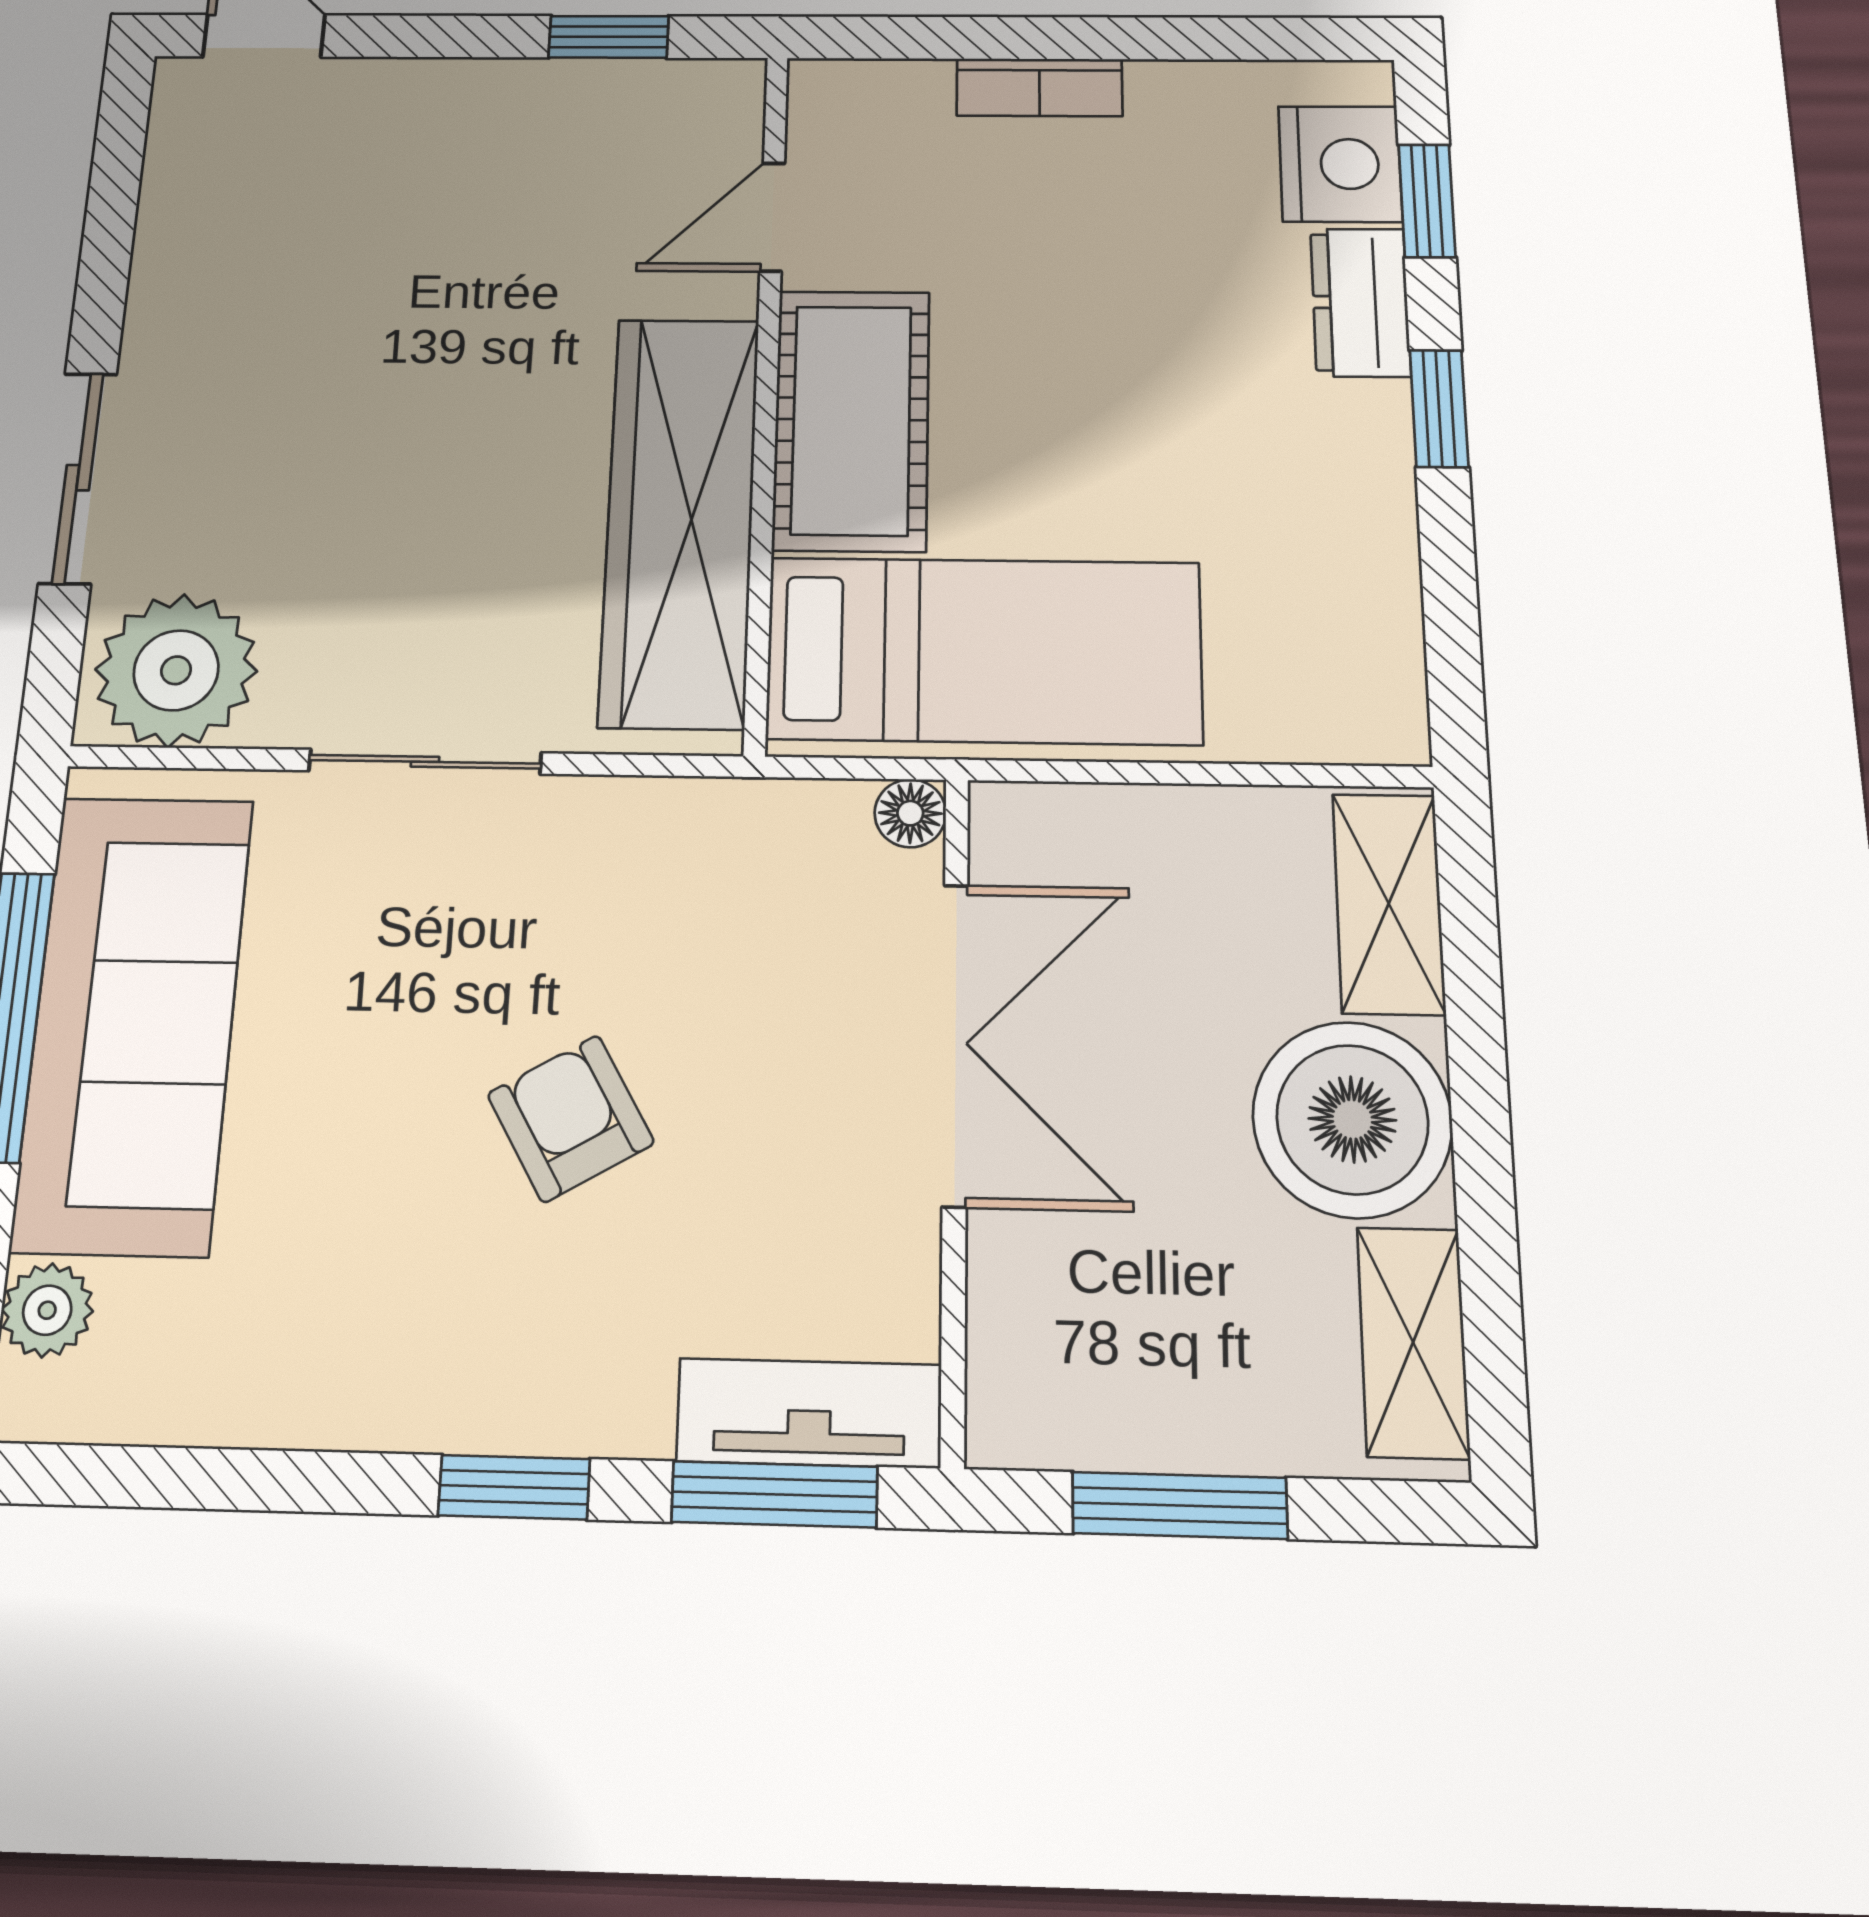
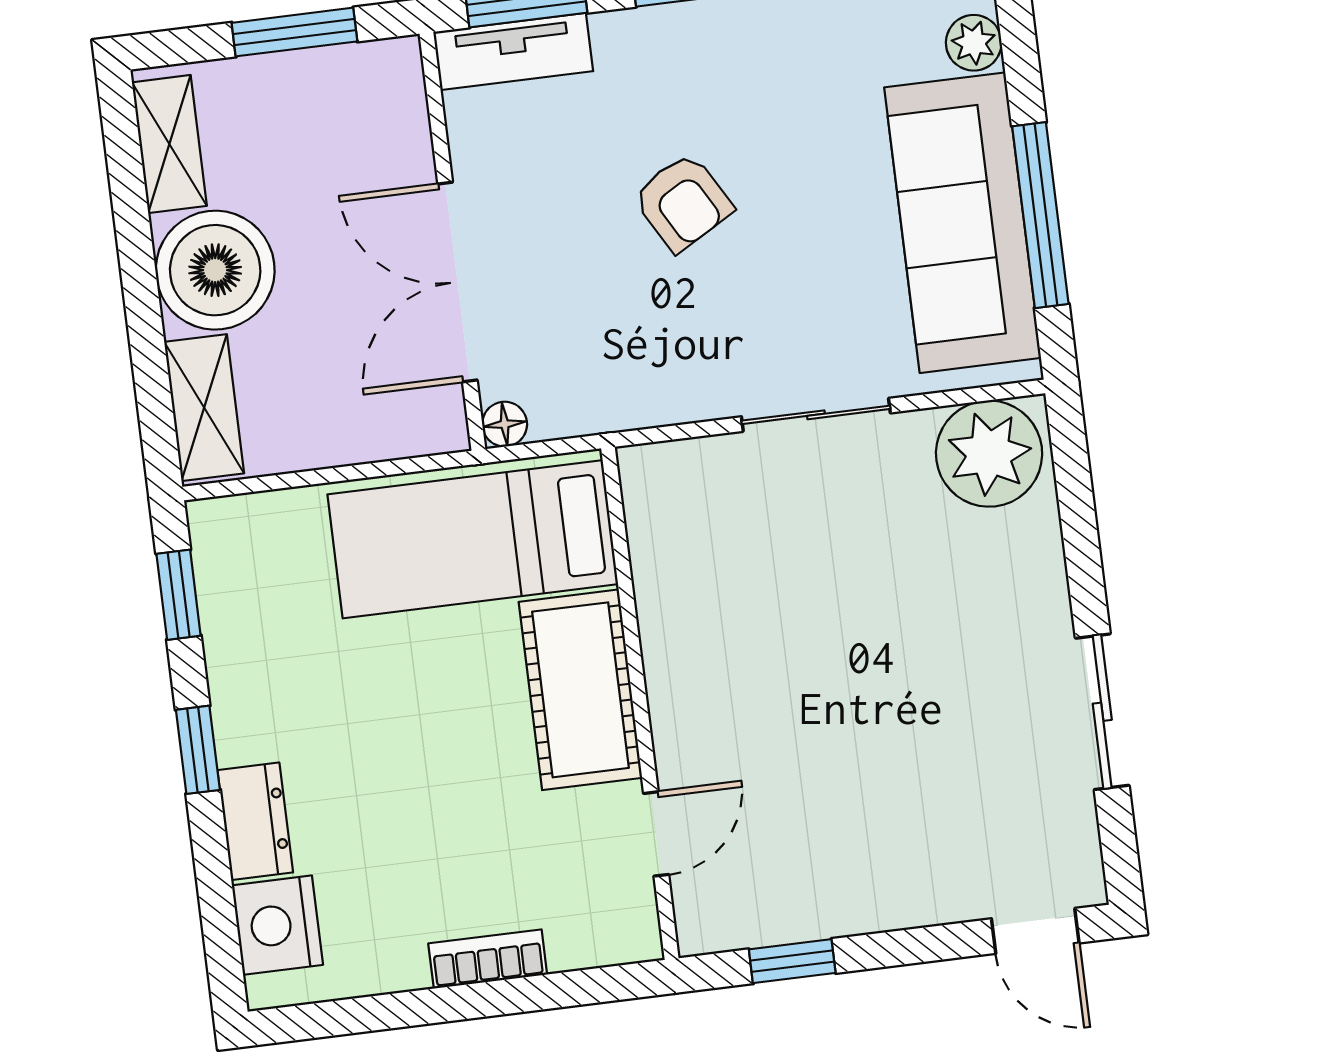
window: (1427, 201) -> (179, 595), moved
sliding door: (78, 478) -> (1102, 712), moved
wardrobe: (680, 520) -> (682, 603), removed

